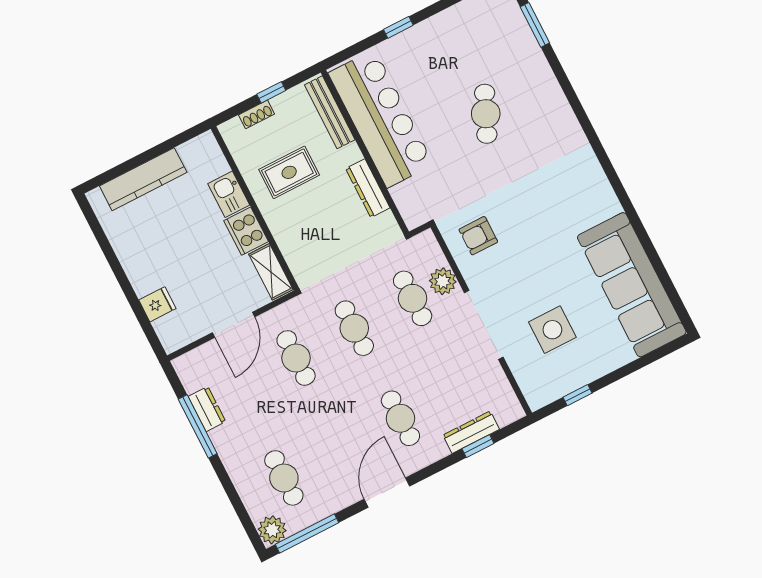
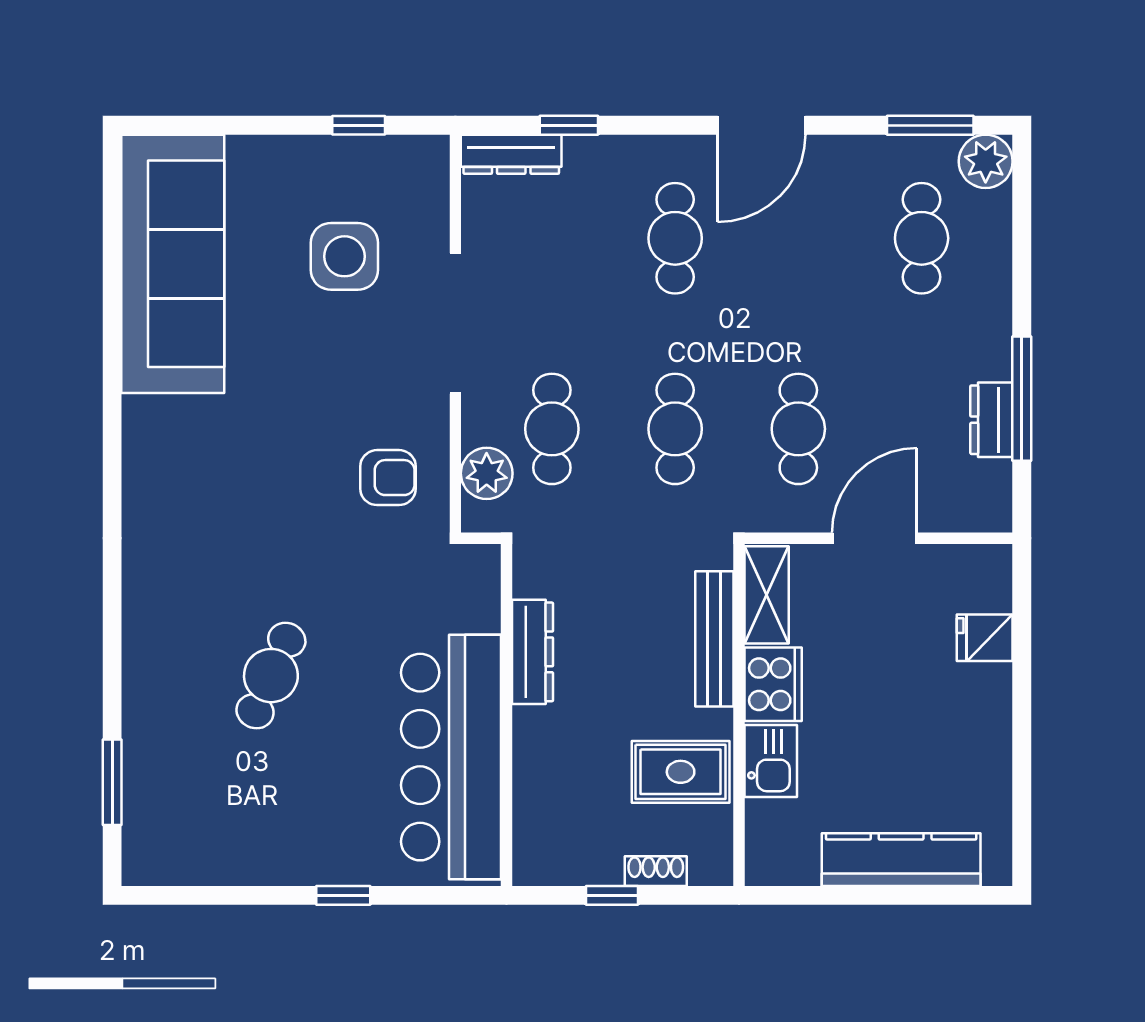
bench: (330, 112) -> (714, 639), moved
rug: (289, 172) -> (681, 772), moved
plant: (443, 281) -> (487, 473), moved
dresser: (471, 432) -> (511, 154), moved
window: (307, 533) -> (930, 125), width x0.69

